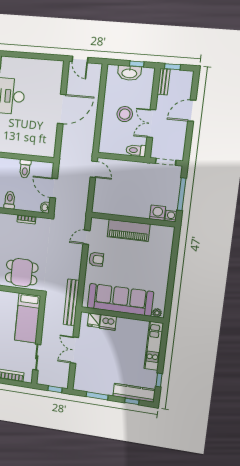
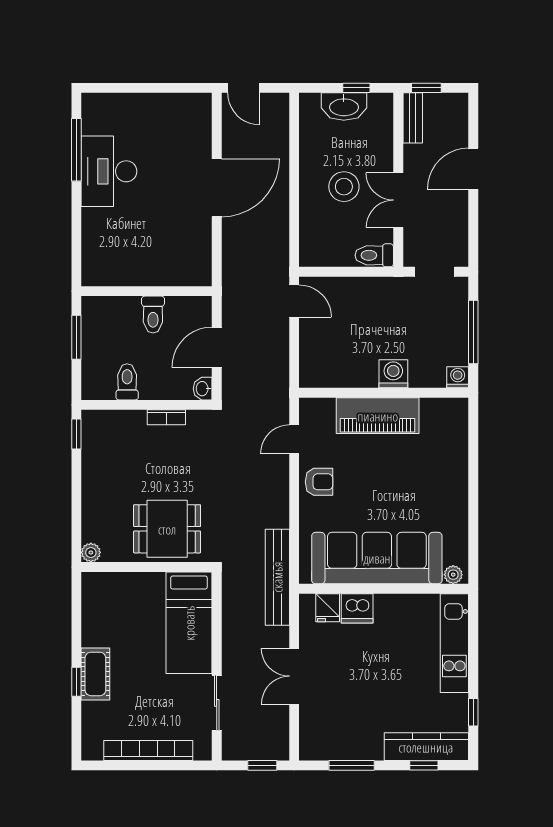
door: (54, 188) -> (217, 347), hinge flipped
washing machine: (158, 213) -> (393, 374), moved

